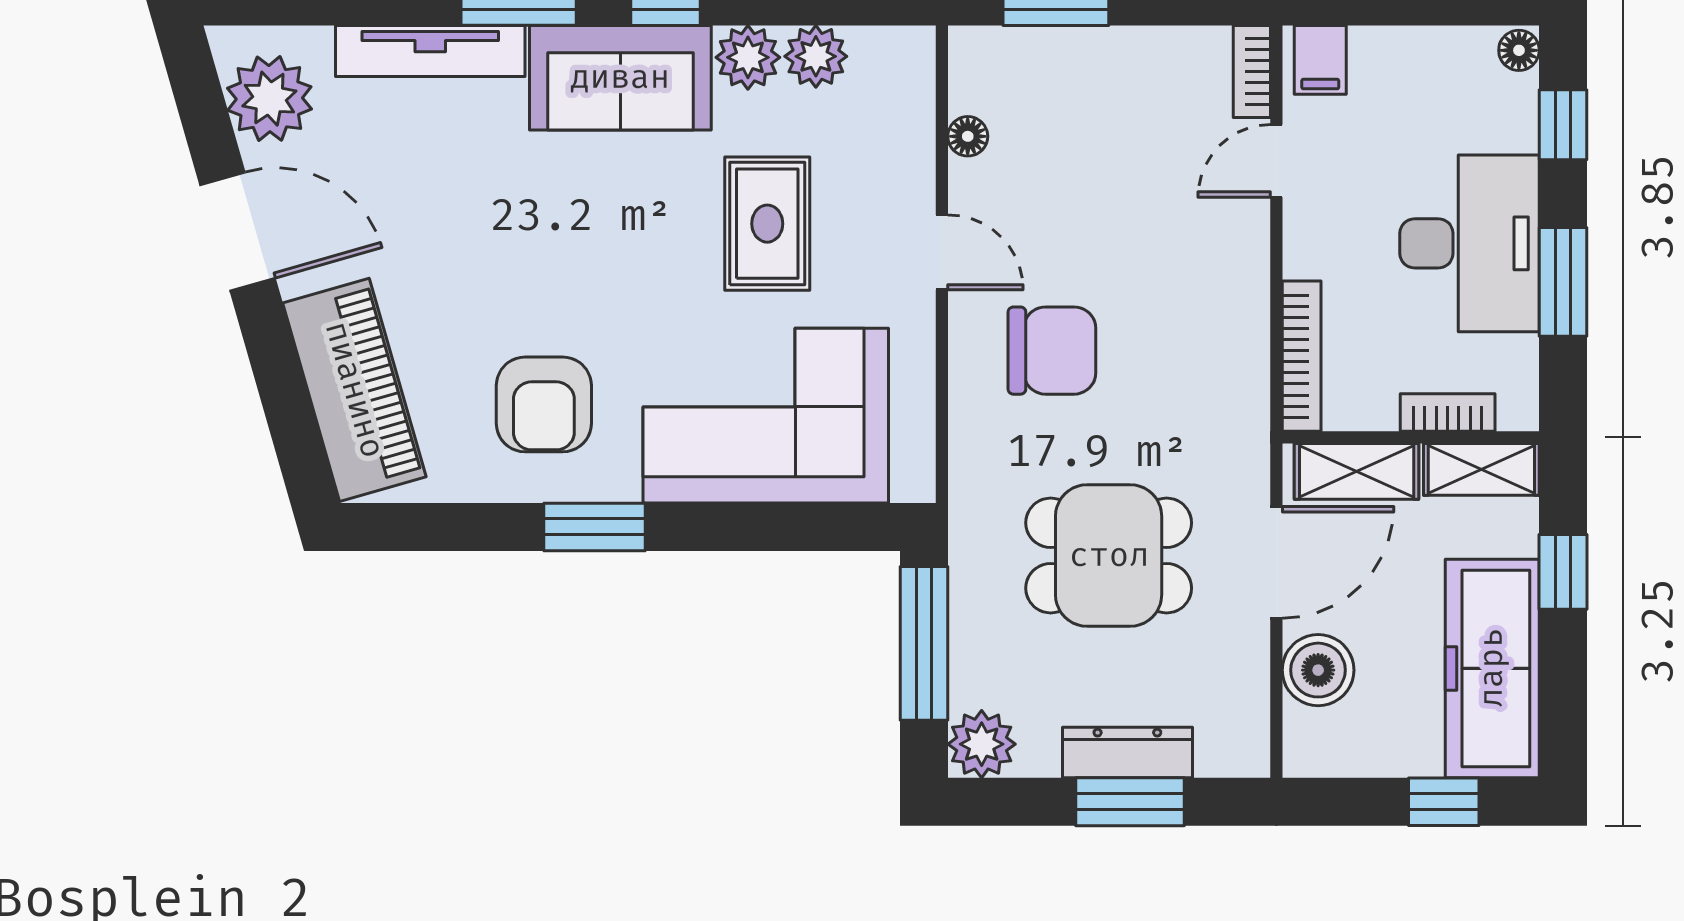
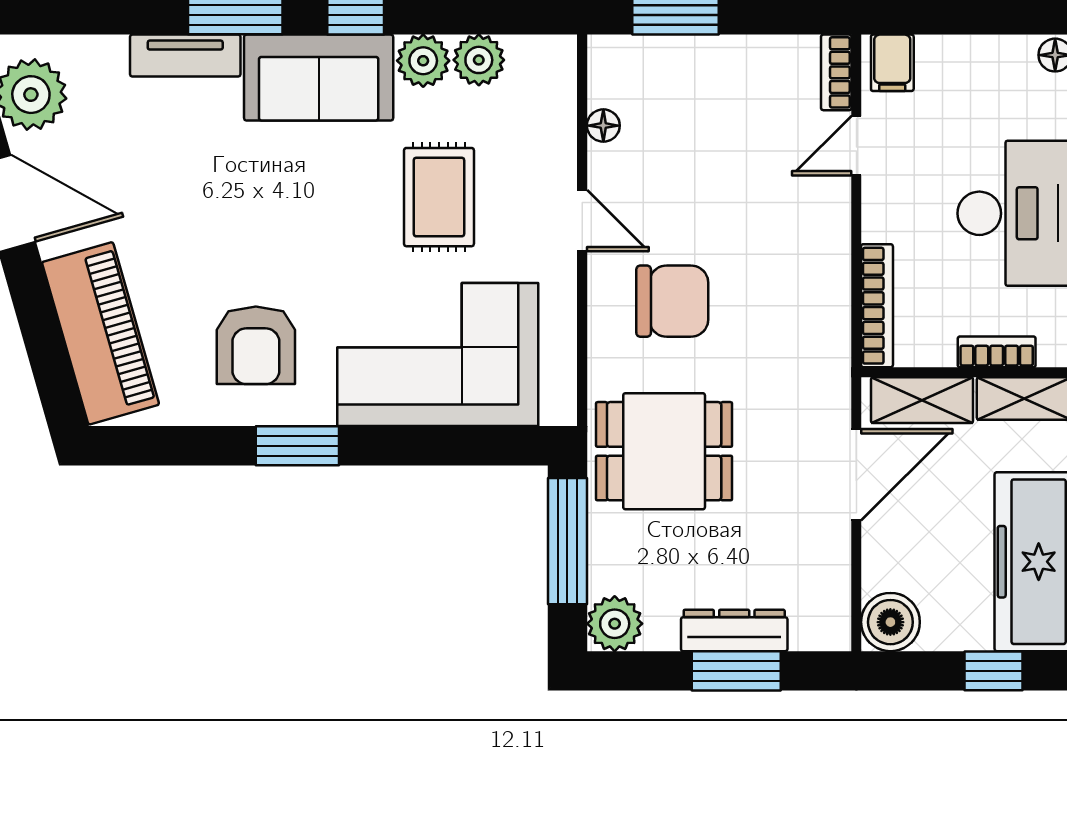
tv unit: (430, 51) -> (185, 56), width x0.71
dining table: (1109, 556) -> (664, 451), moved
boiler: (1318, 670) -> (890, 622), moved

